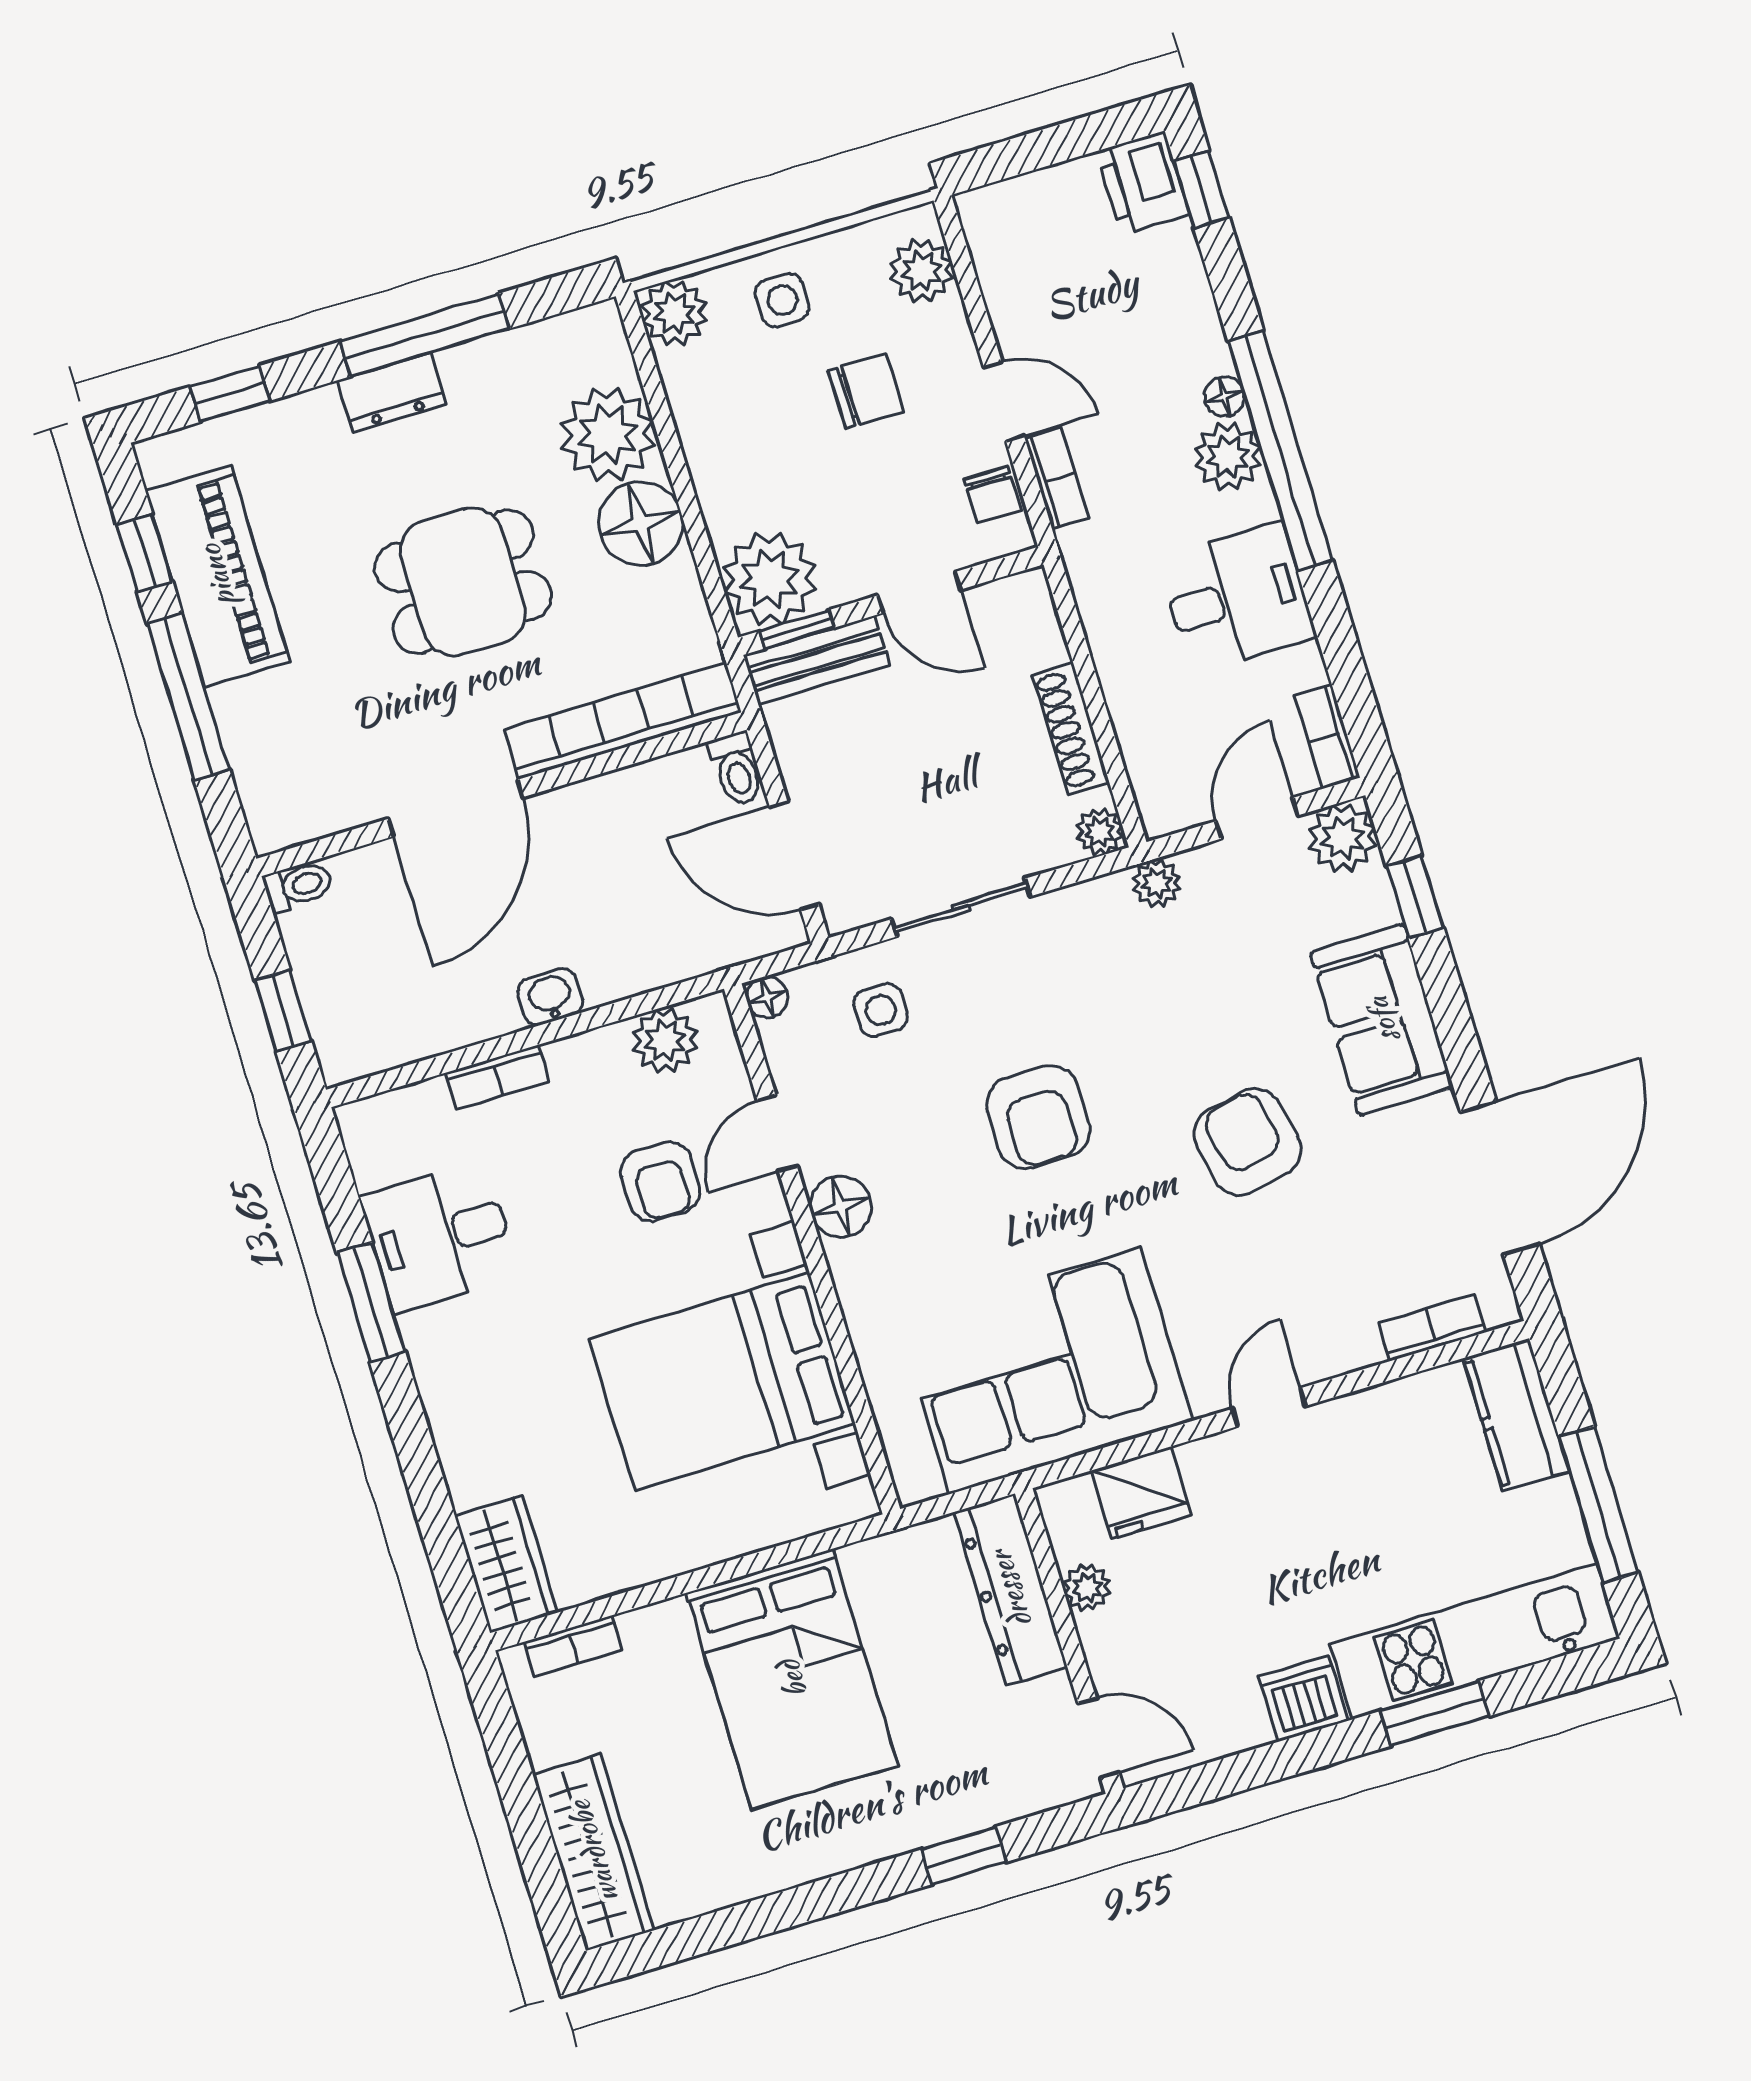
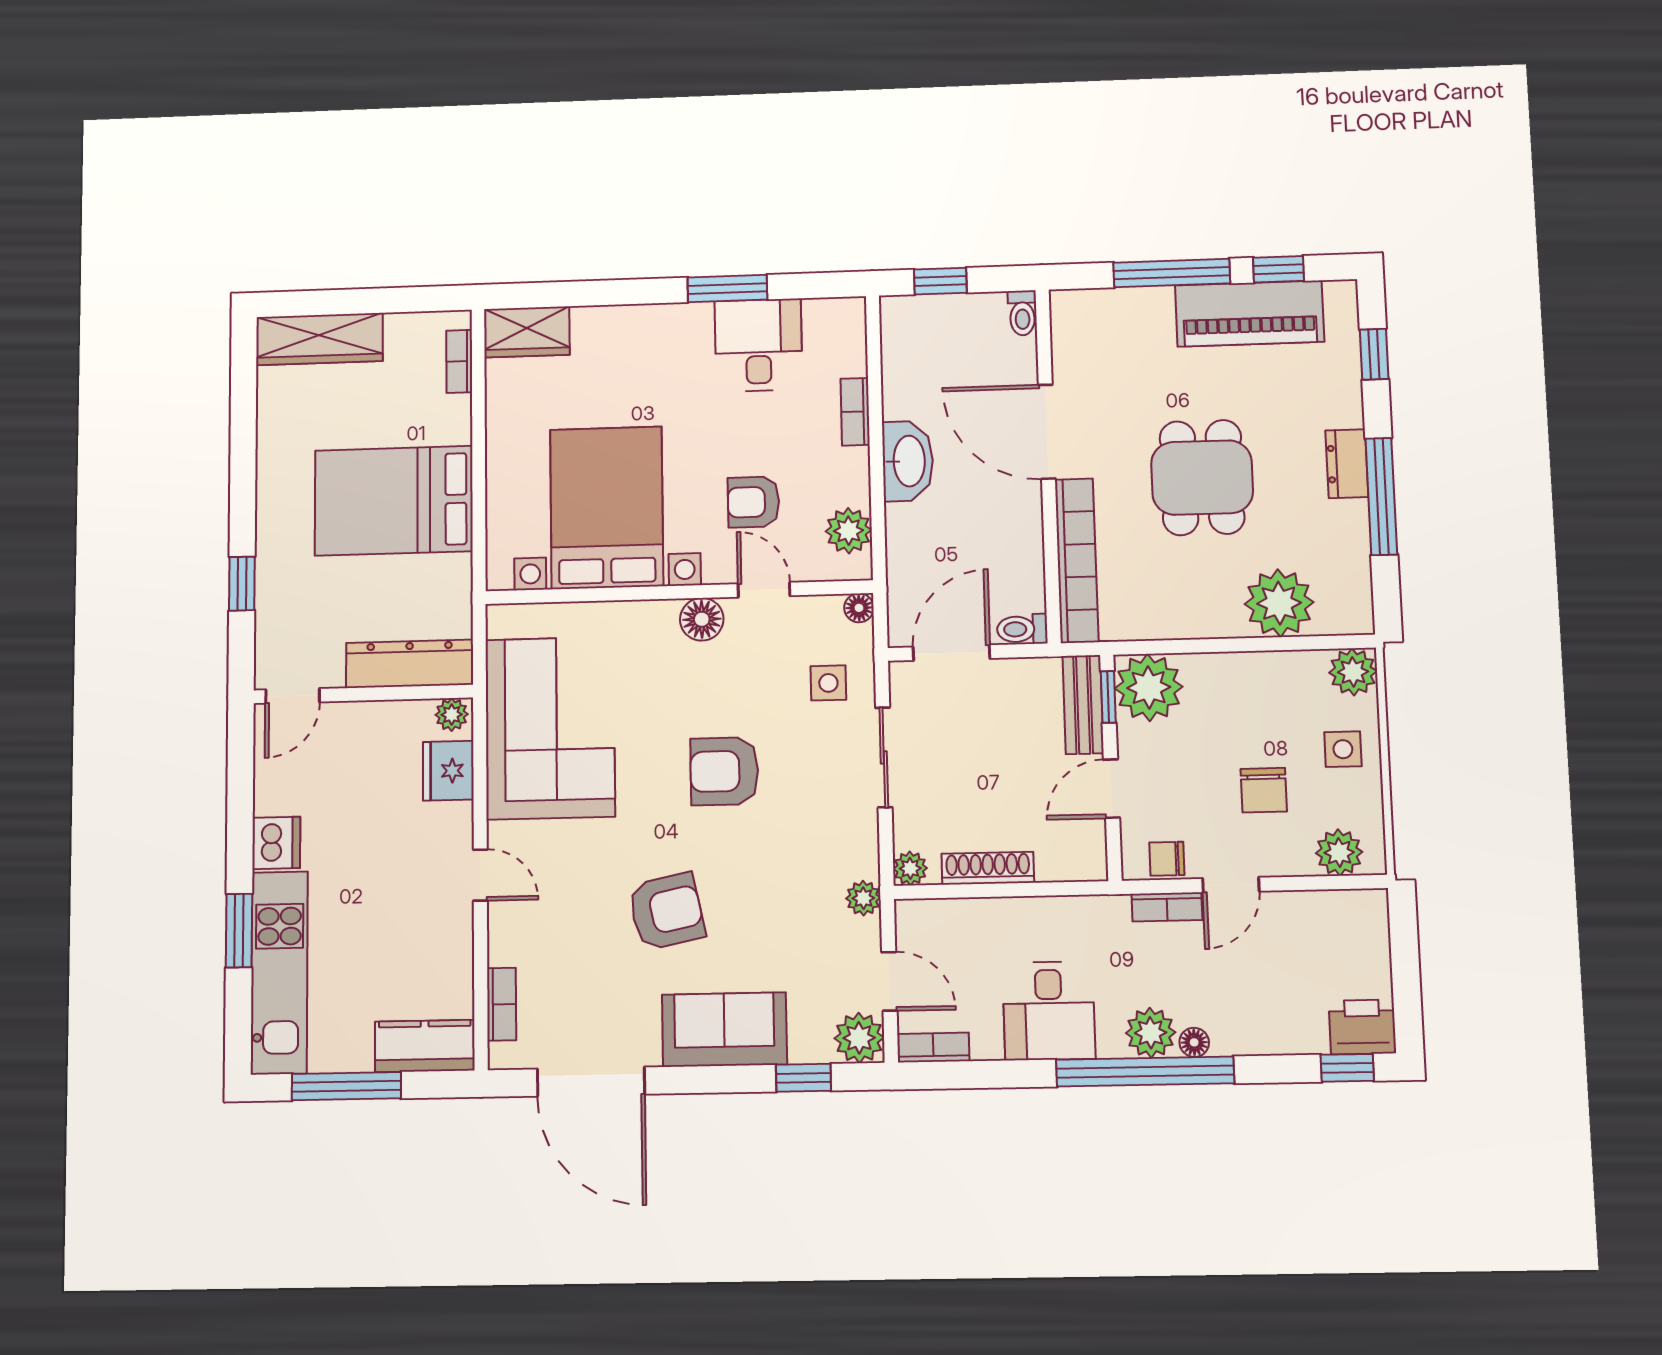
floor lamp: (641, 524) -> (1211, 609), removed
washbasin: (550, 997) -> (908, 461), width x1.91, depth x1.45
plant: (1087, 1588) -> (452, 715), moved

